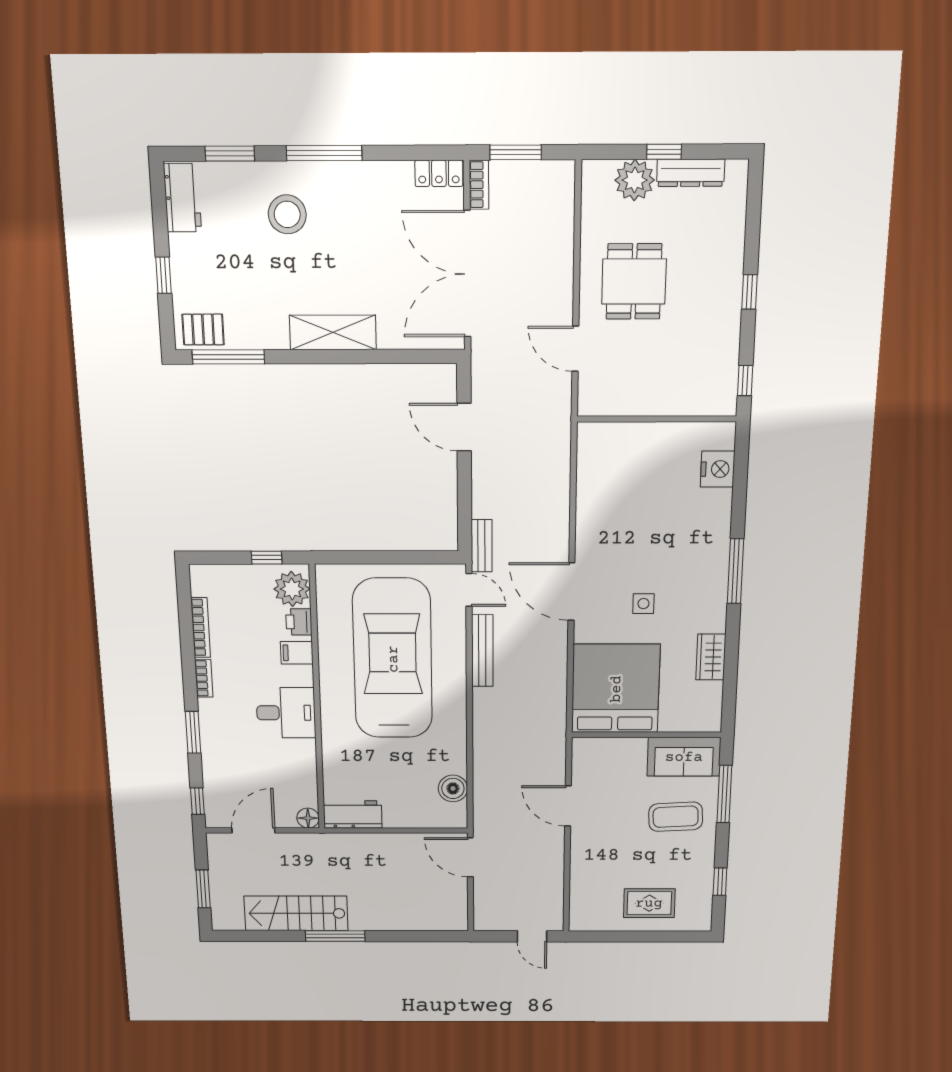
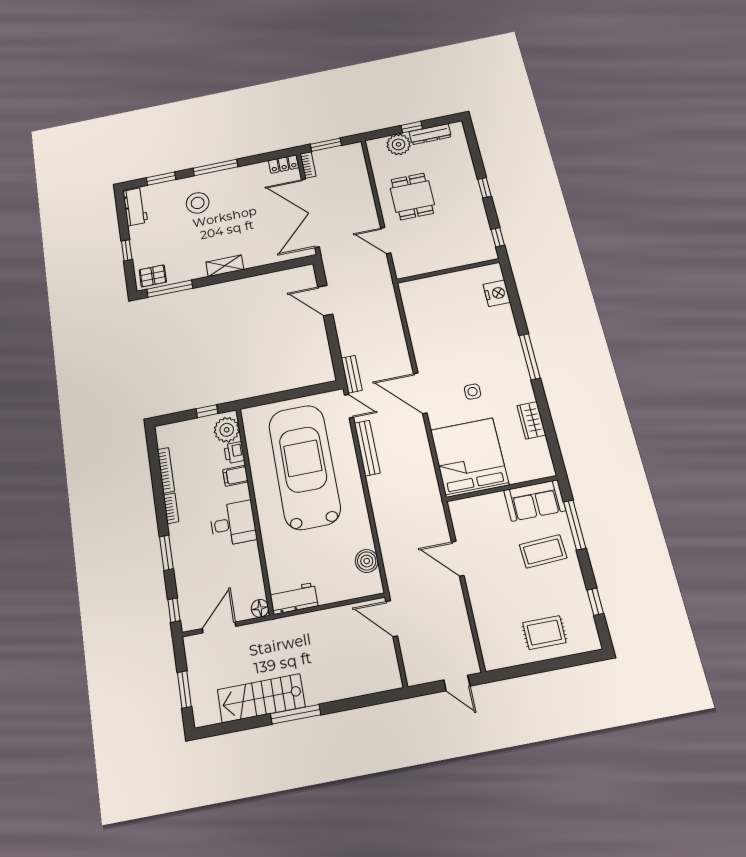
shelving: (333, 332) -> (225, 266), width x0.67, depth x0.75

